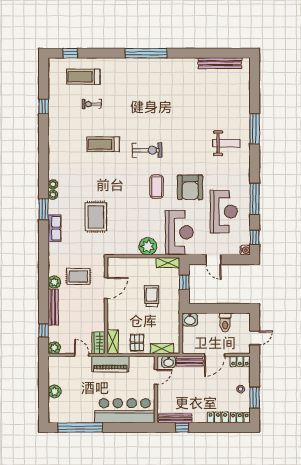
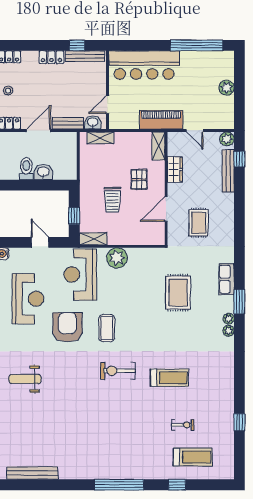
window: (70, 53) -> (177, 485), moved
reception desk: (224, 212) -> (28, 299), turned 180
rug: (78, 276) -> (199, 223), turned 90
plant: (54, 282) -> (227, 216), removed
bench: (53, 307) -> (228, 171), moved
washbasin: (190, 320) -> (43, 172), moved
wardrobe: (99, 343) -> (175, 169), moved
pallet: (137, 343) -> (139, 179), moved
locker: (218, 417) -> (51, 57), moved

